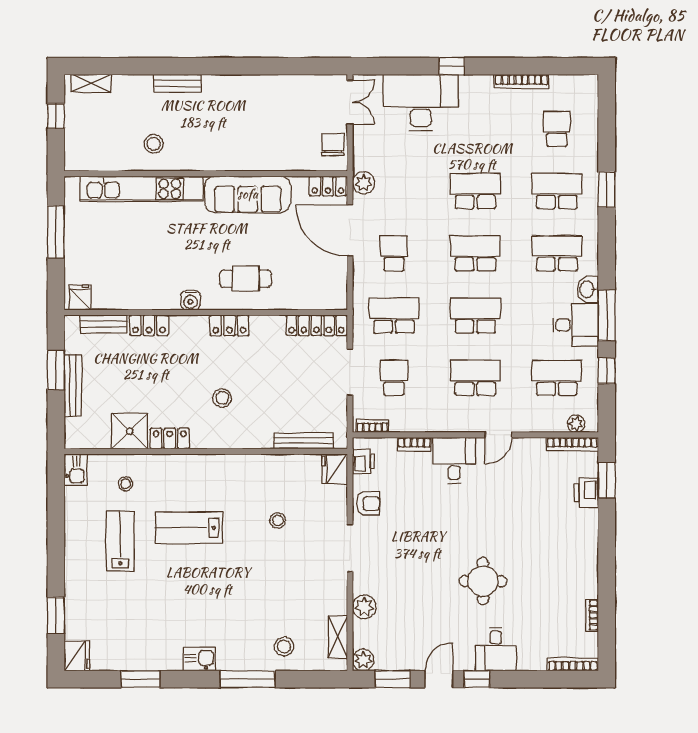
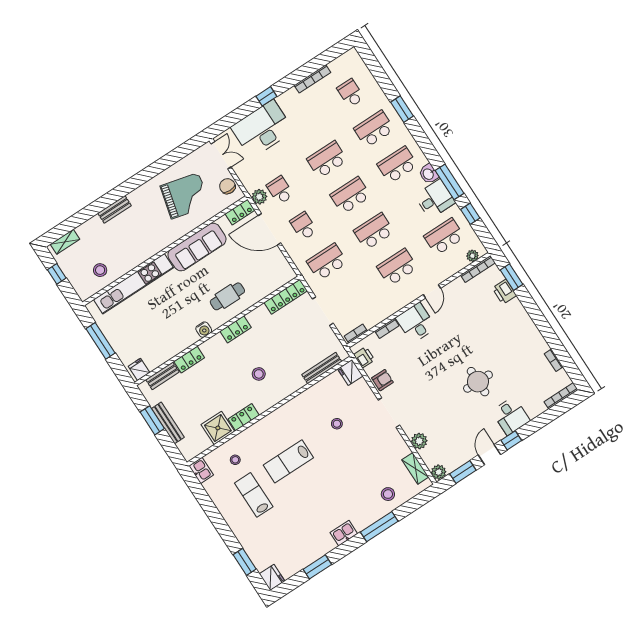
grand piano: (274, 123) -> (185, 196), added
stool: (154, 144) -> (100, 270), moved
school desk: (394, 378) -> (280, 190), moved

